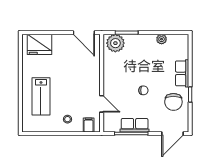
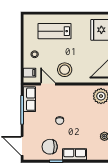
stool: (85, 85) -> (65, 70), added
door: (102, 104) -> (48, 84), swing flipped
row of seats: (135, 125) -> (29, 99), moved

